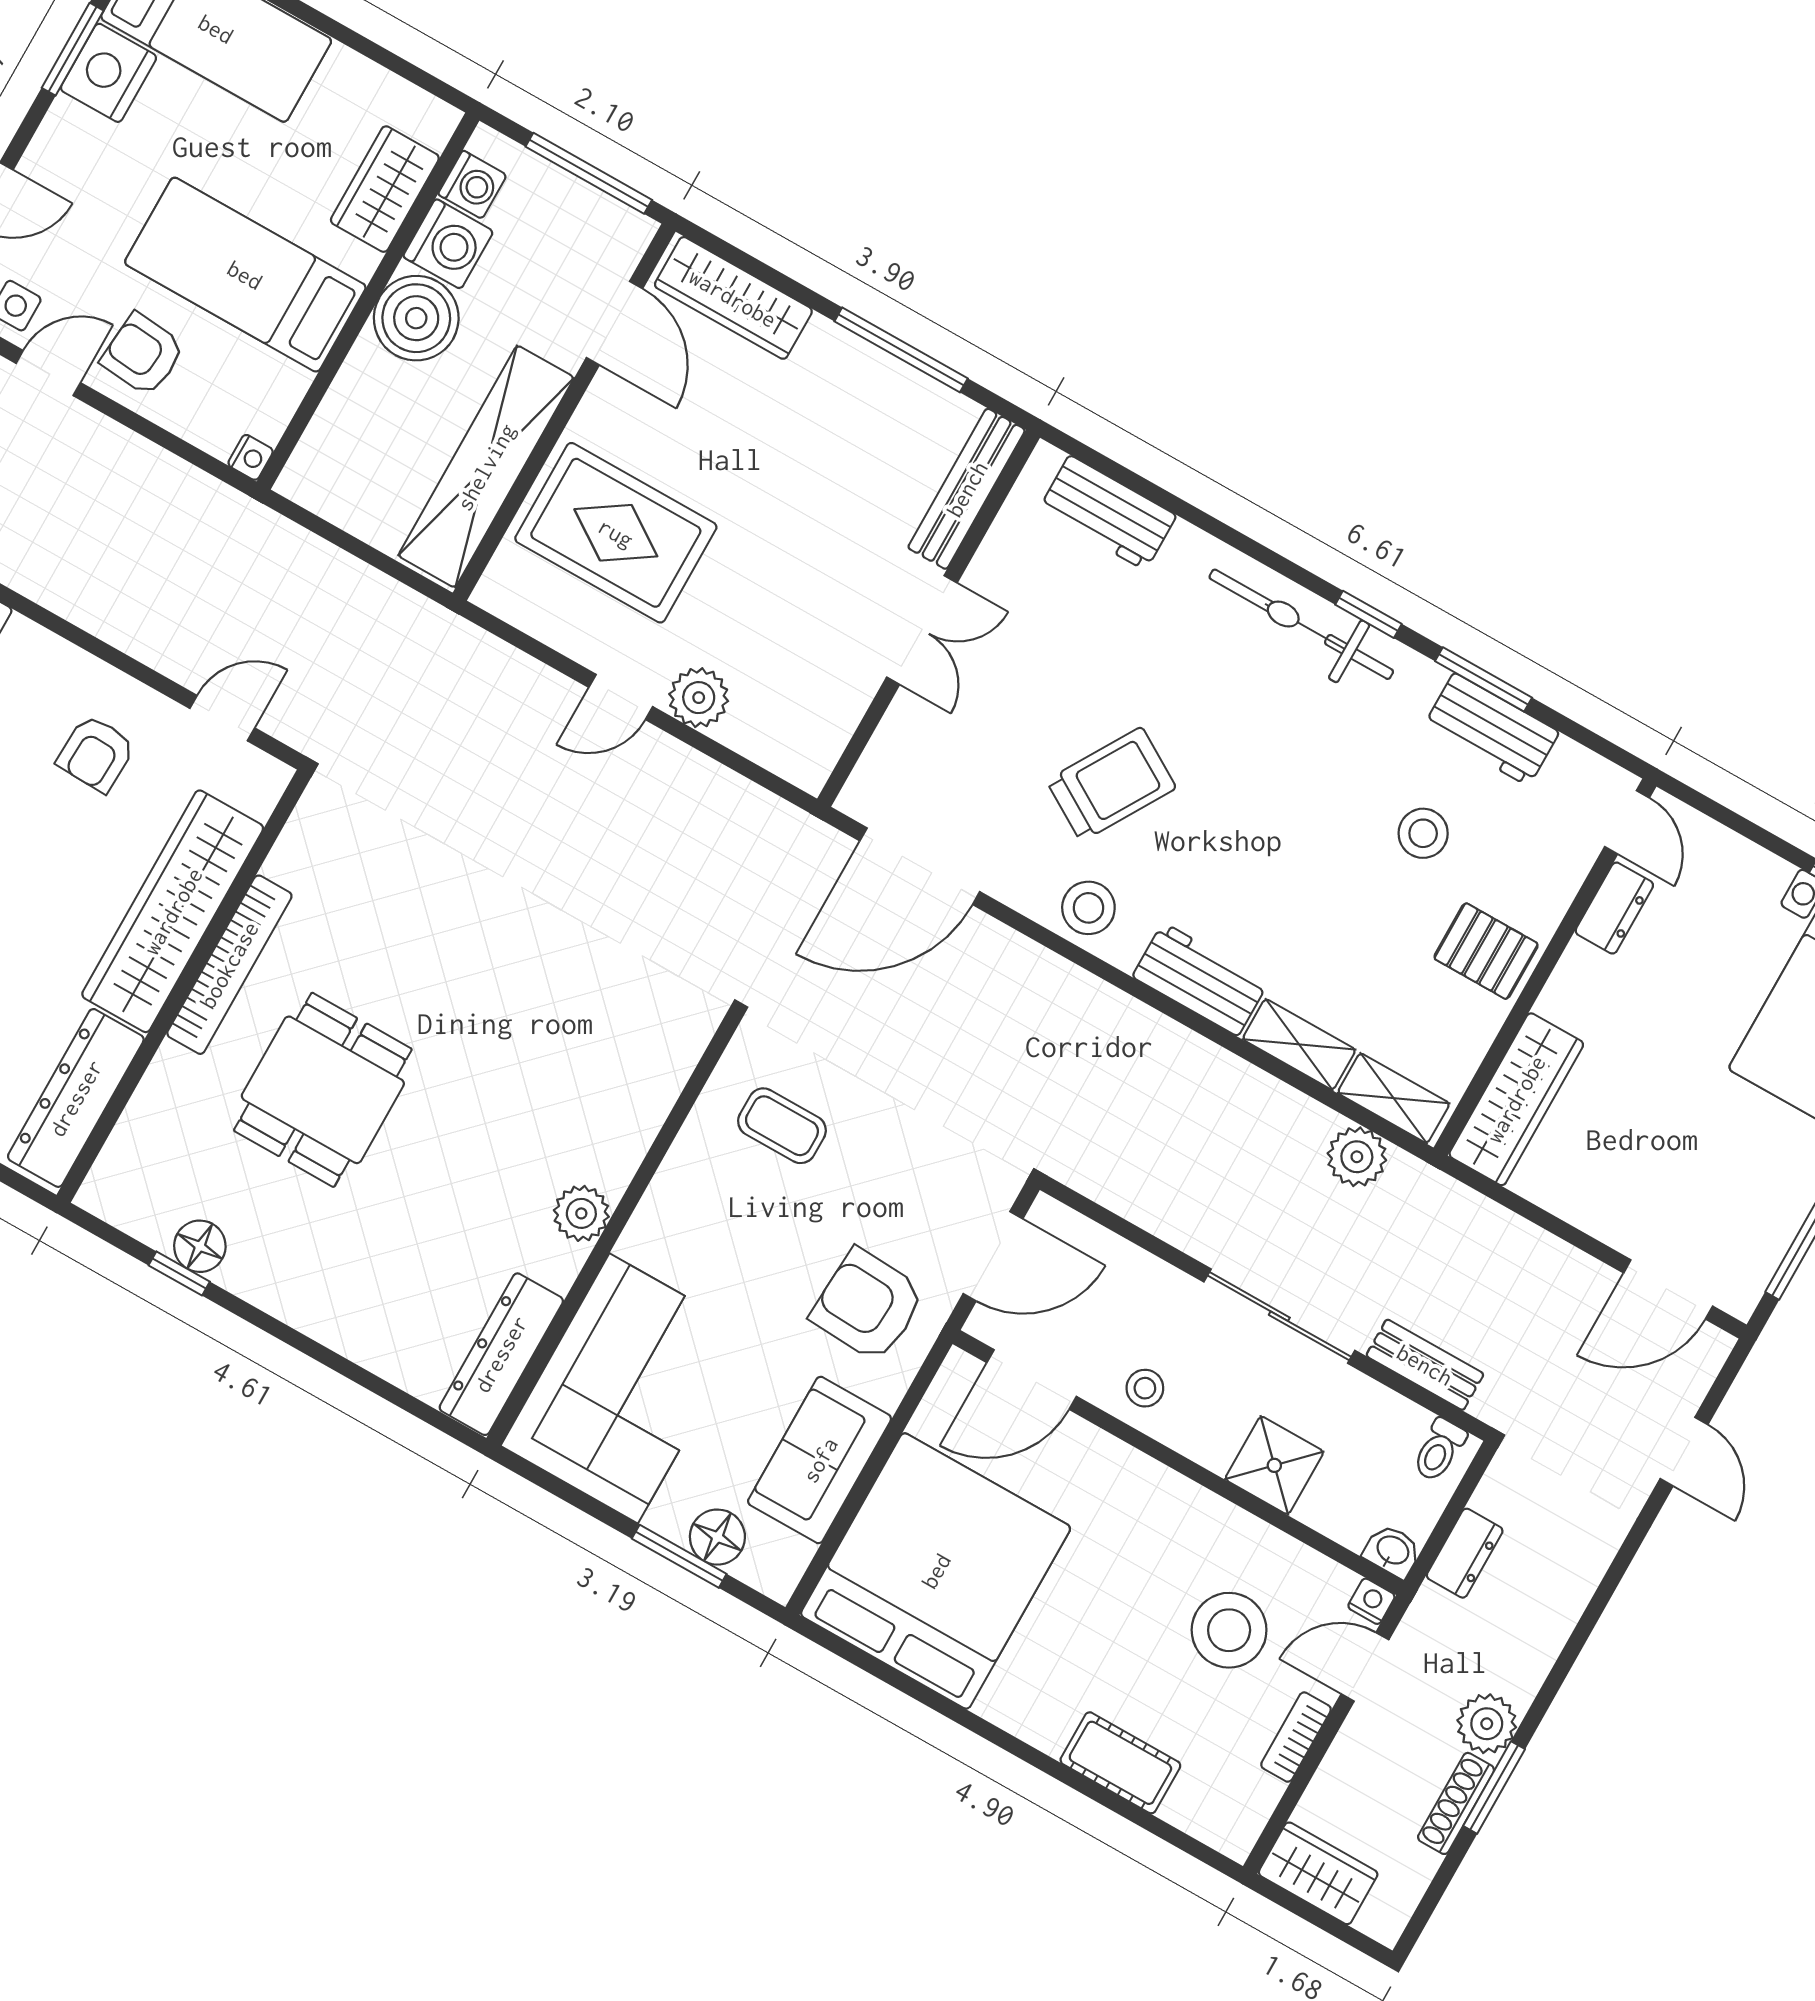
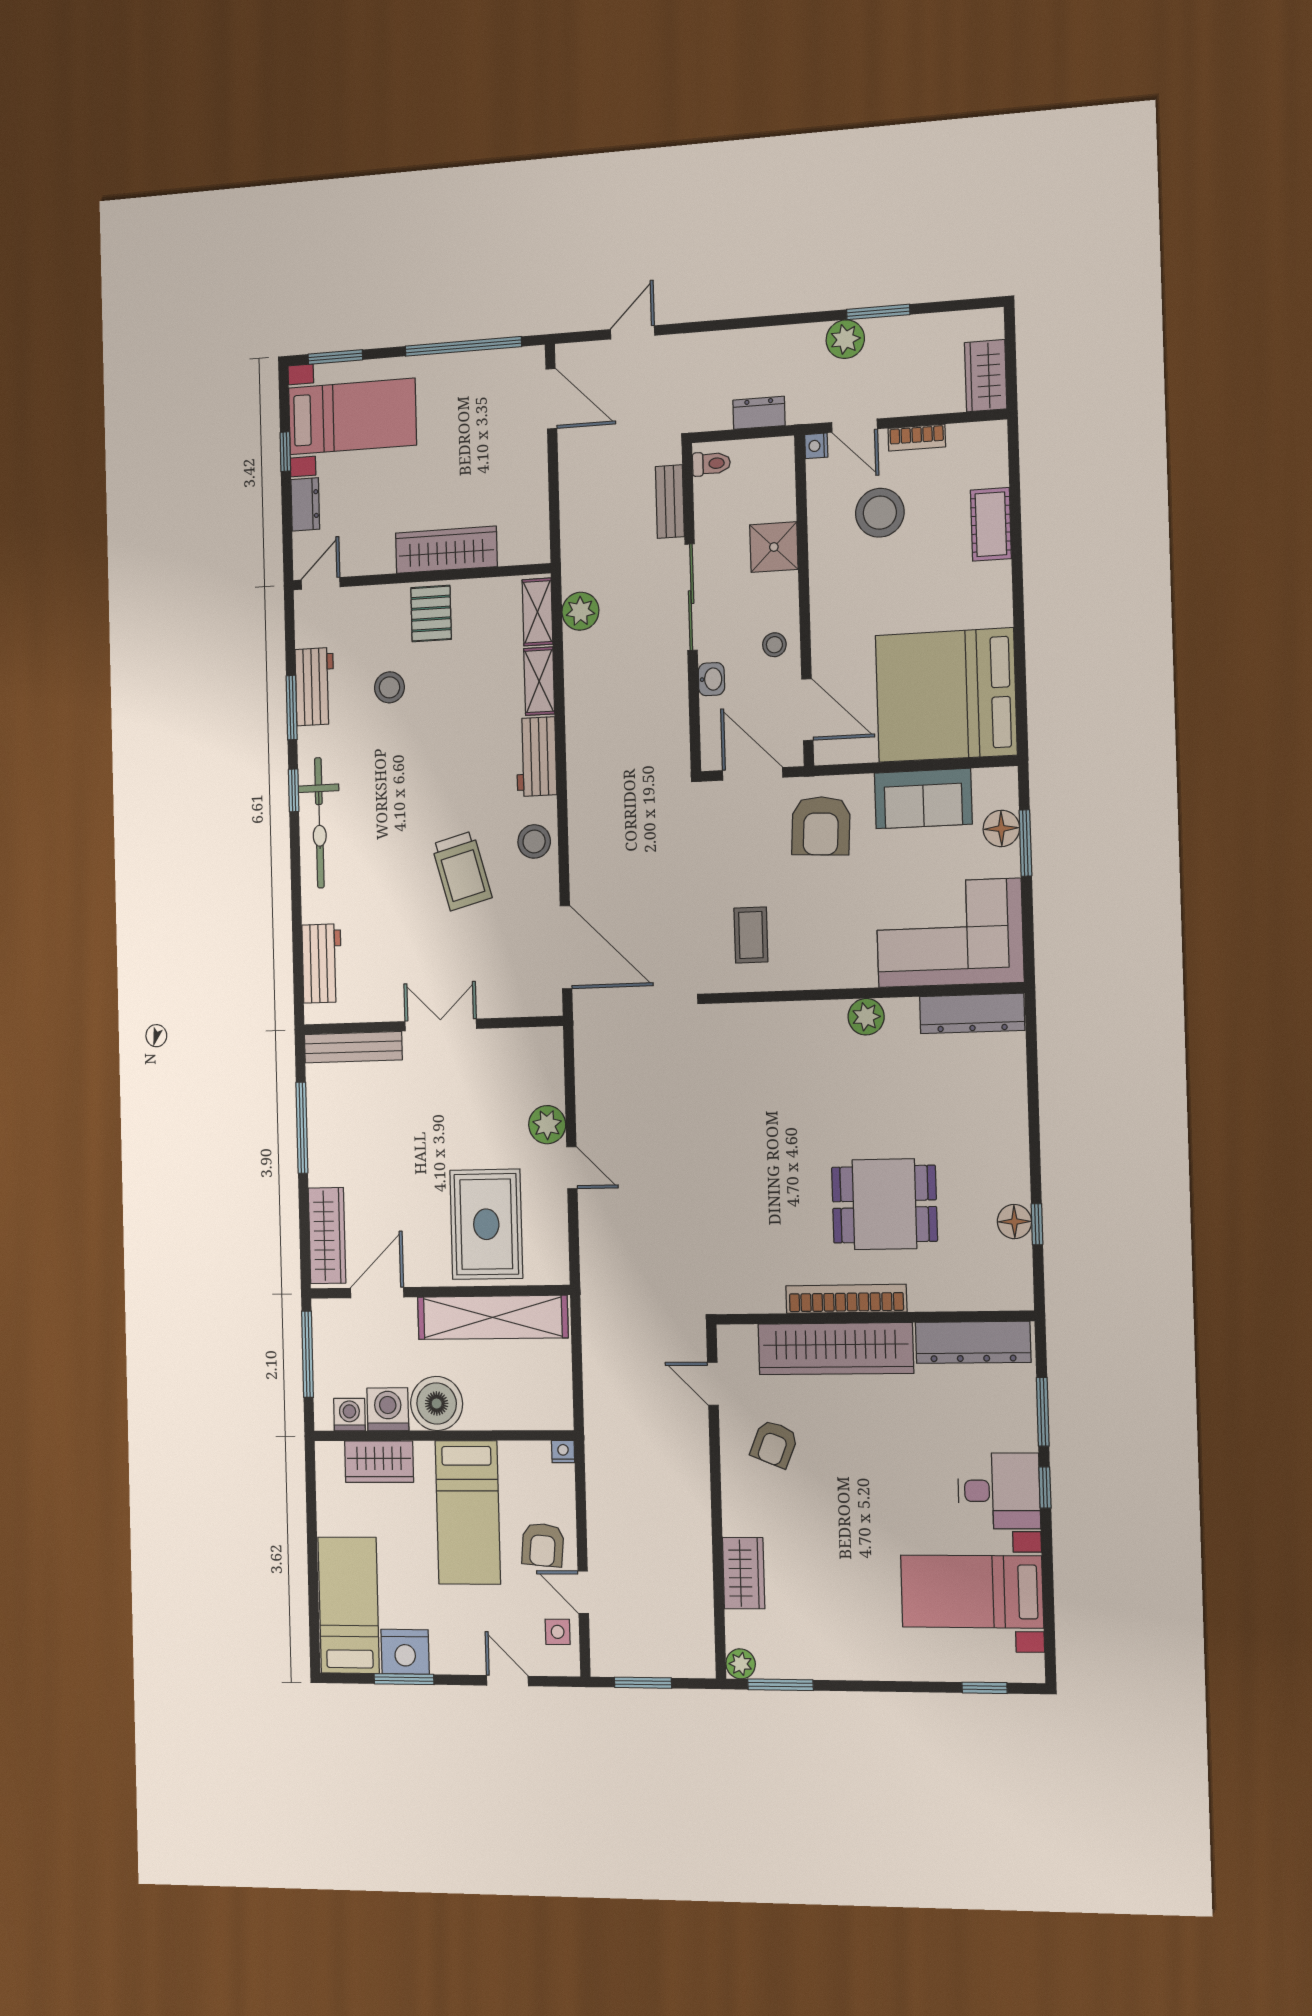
armchair: (96, 754) -> (774, 1444), turned 110
trolley: (1111, 784) -> (462, 871), turned -136
dresser: (1614, 908) -> (305, 504), moved, turned 90
wardrobe: (1516, 1099) -> (446, 550), moved
washbasin: (1392, 1551) -> (711, 679), moved, turned 180
shoe rack: (1456, 1803) -> (900, 327), removed

